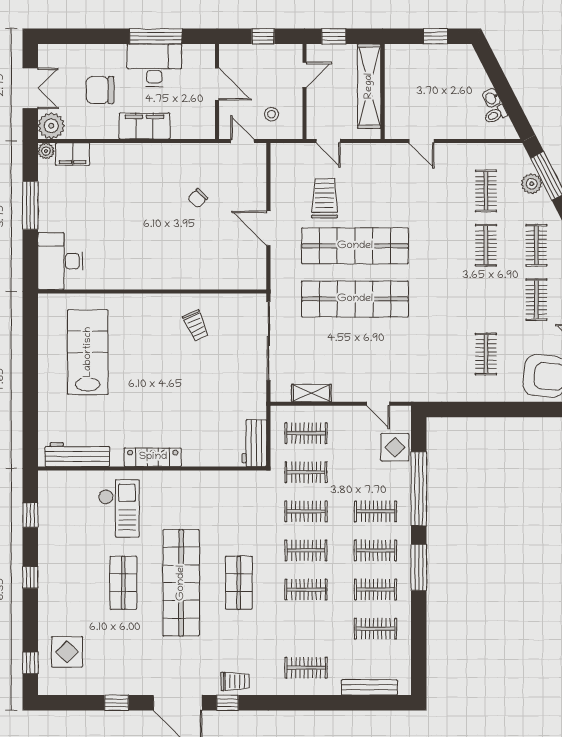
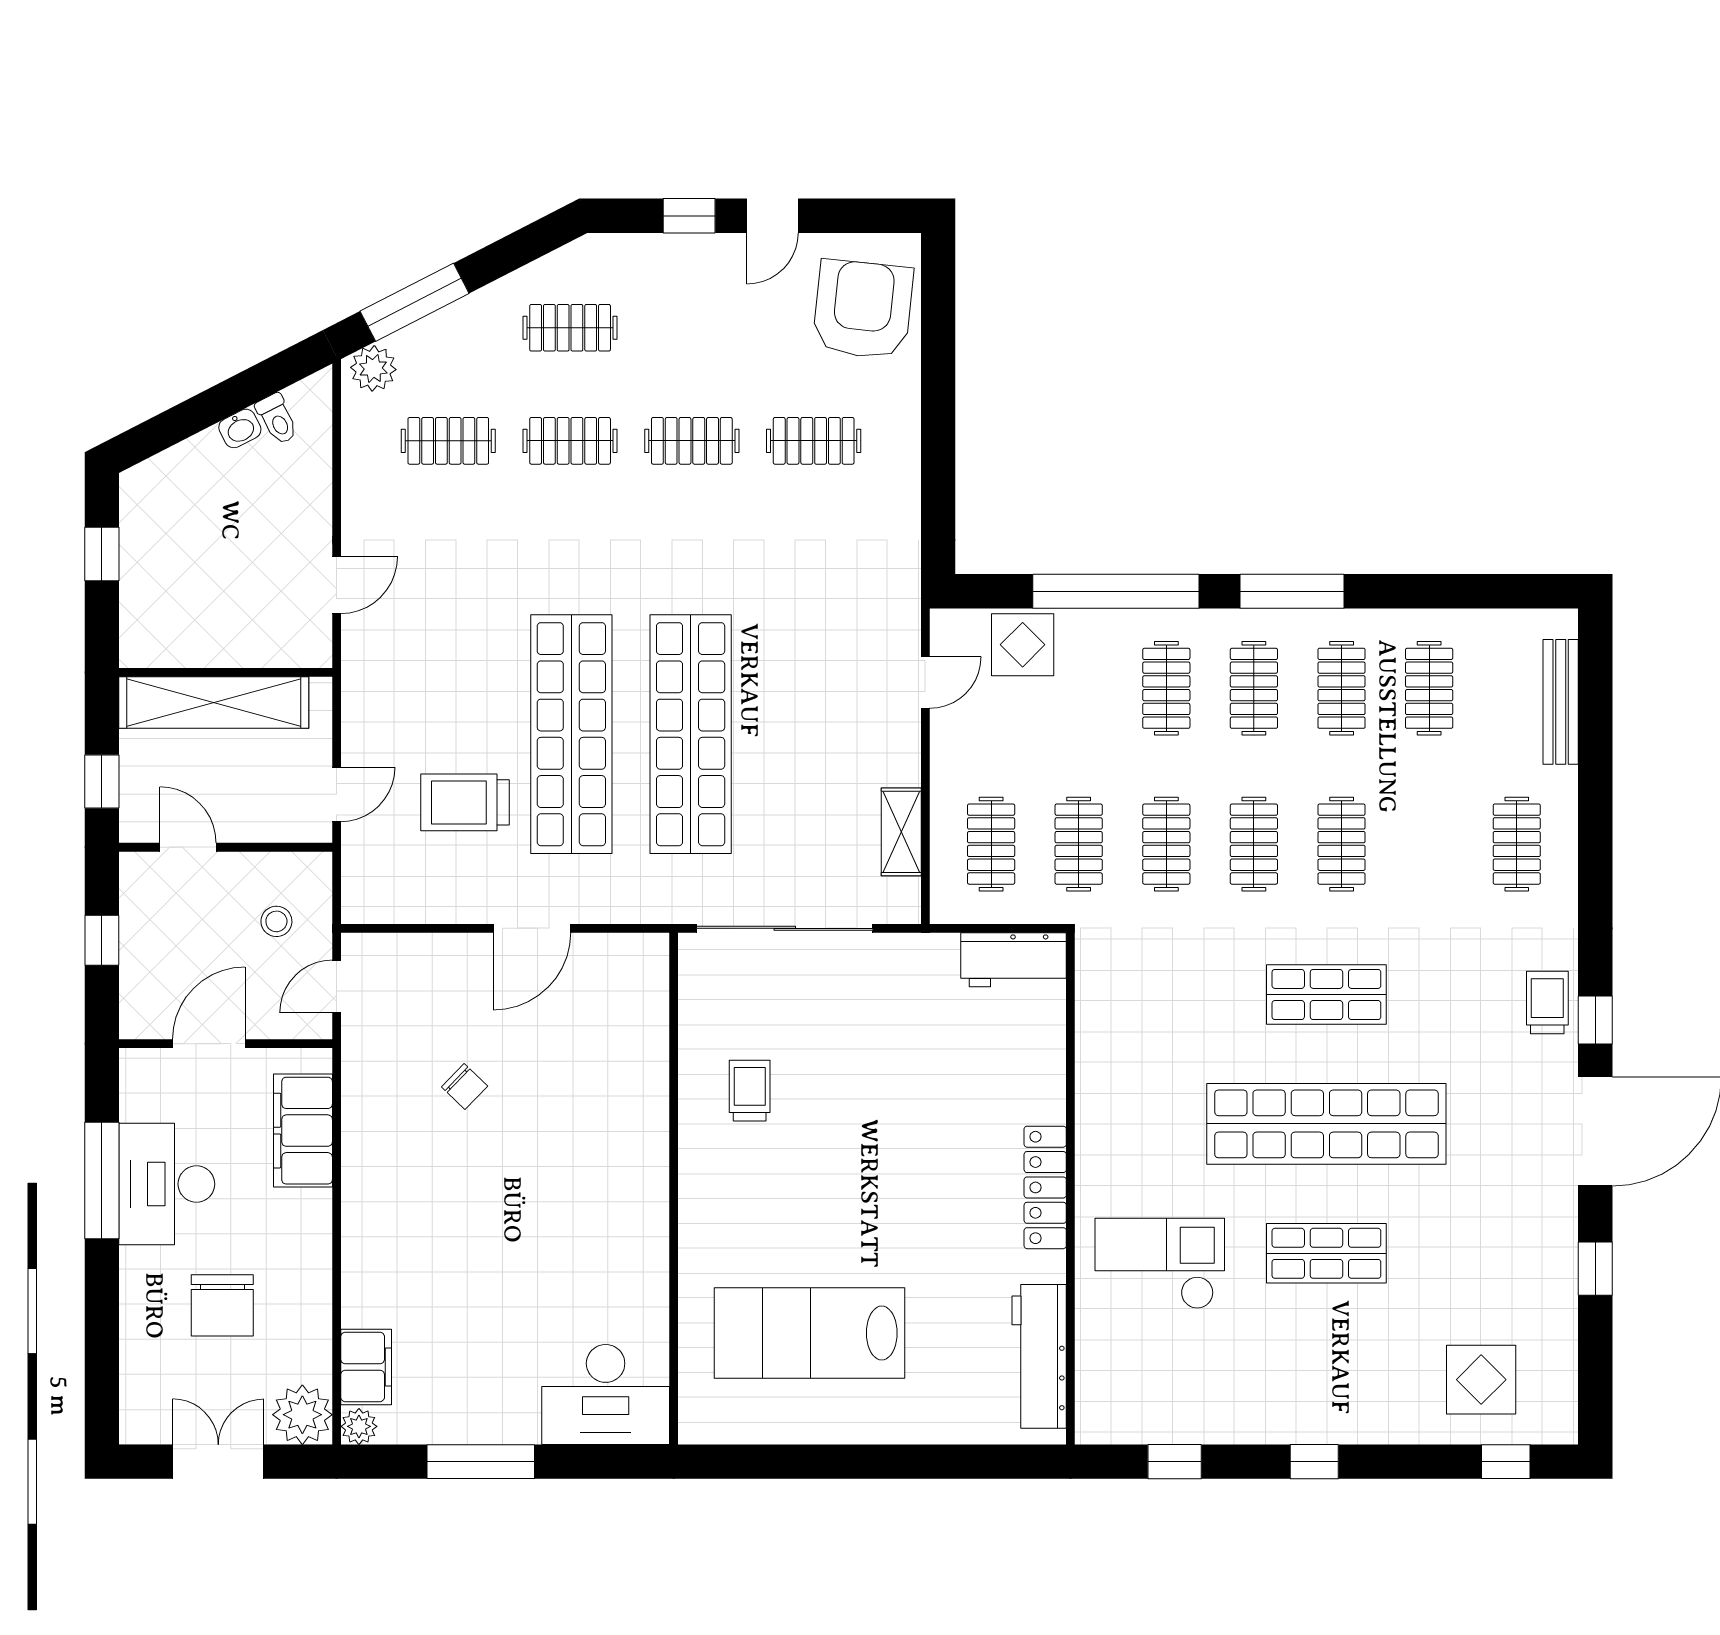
filing cabinet: (144, 126) -> (303, 1131), moved
plant: (532, 184) -> (373, 368), moved
clothes rail: (536, 300) -> (692, 441), moved
trolley: (196, 325) -> (750, 1091), turned -66

